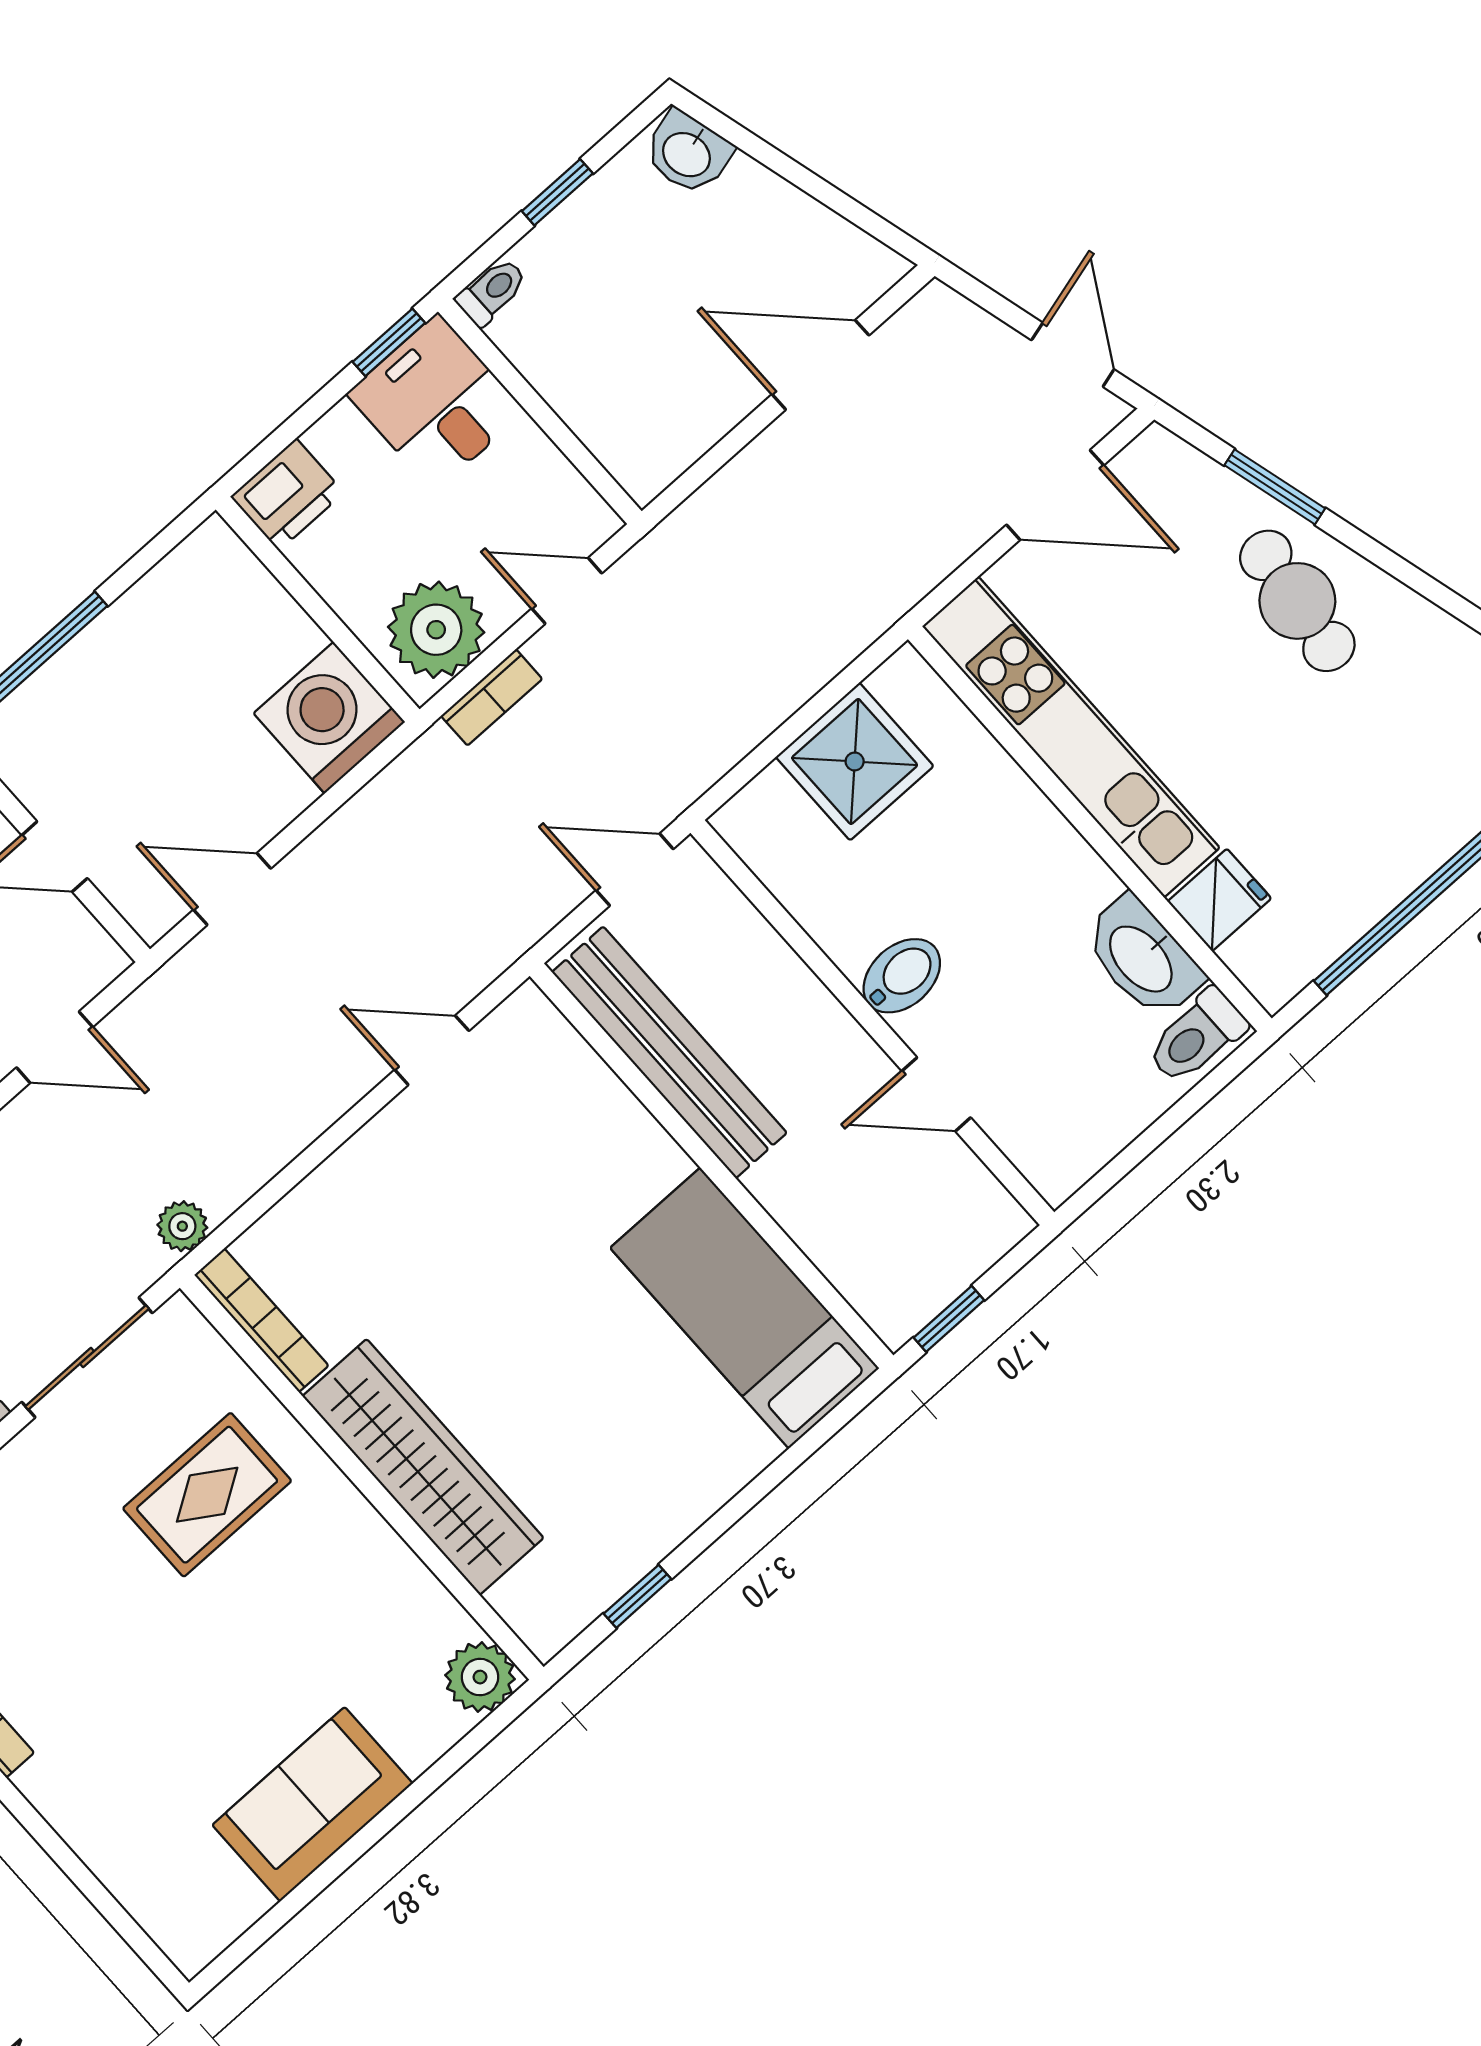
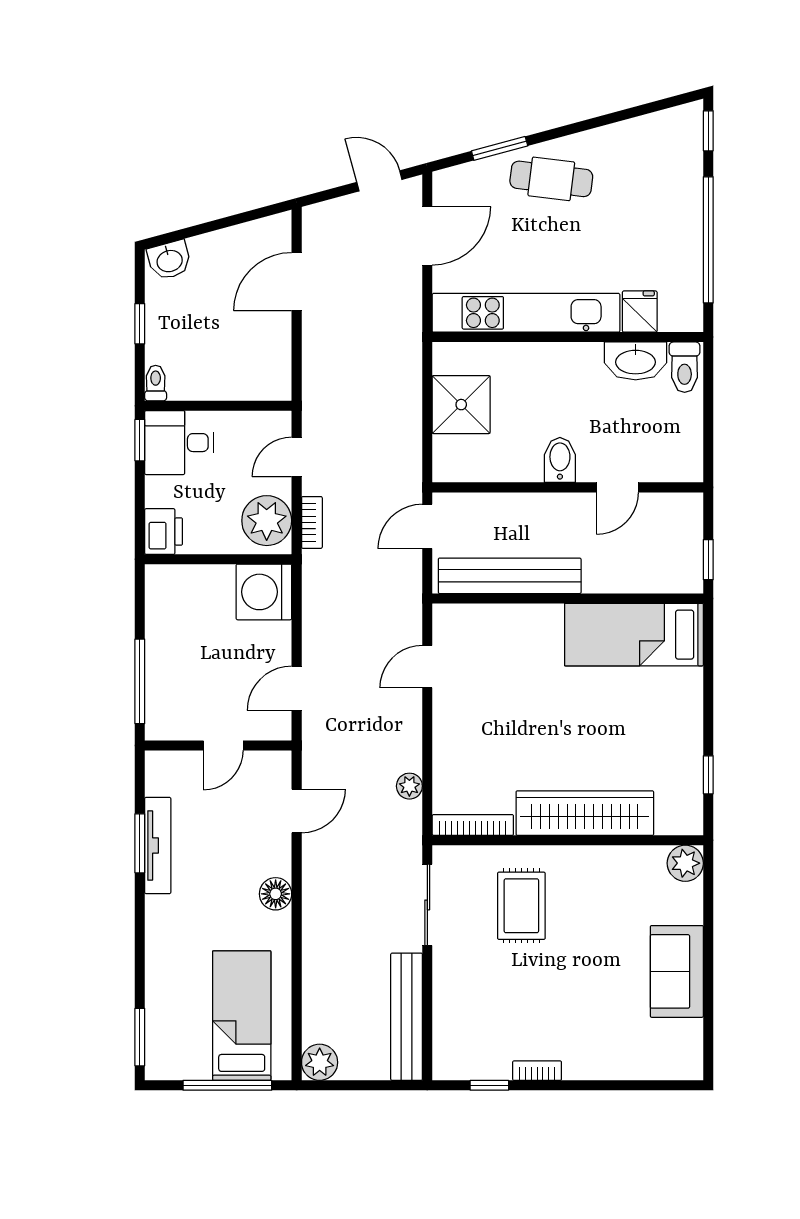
plant: (182, 1226) -> (409, 786), moved

